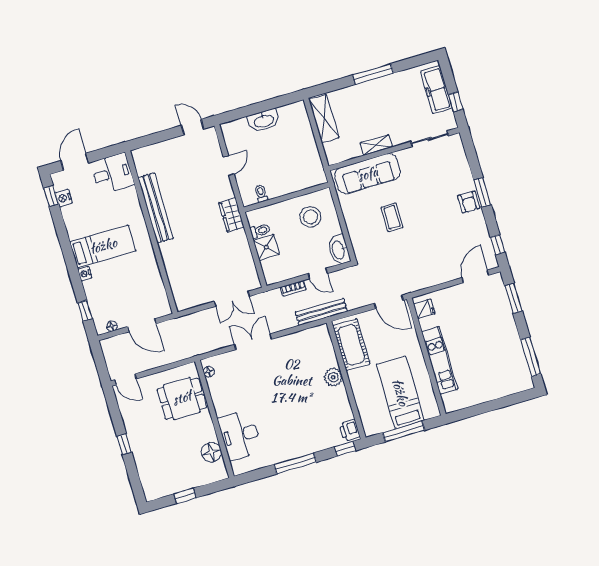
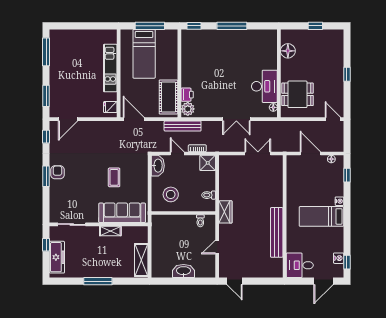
shower: (266, 247) -> (208, 163), moved
double door: (232, 299) -> (258, 153), moved
plant: (333, 377) -> (188, 109), moved
printer: (350, 430) -> (187, 95), moved
desk: (240, 435) -> (264, 86), moved

